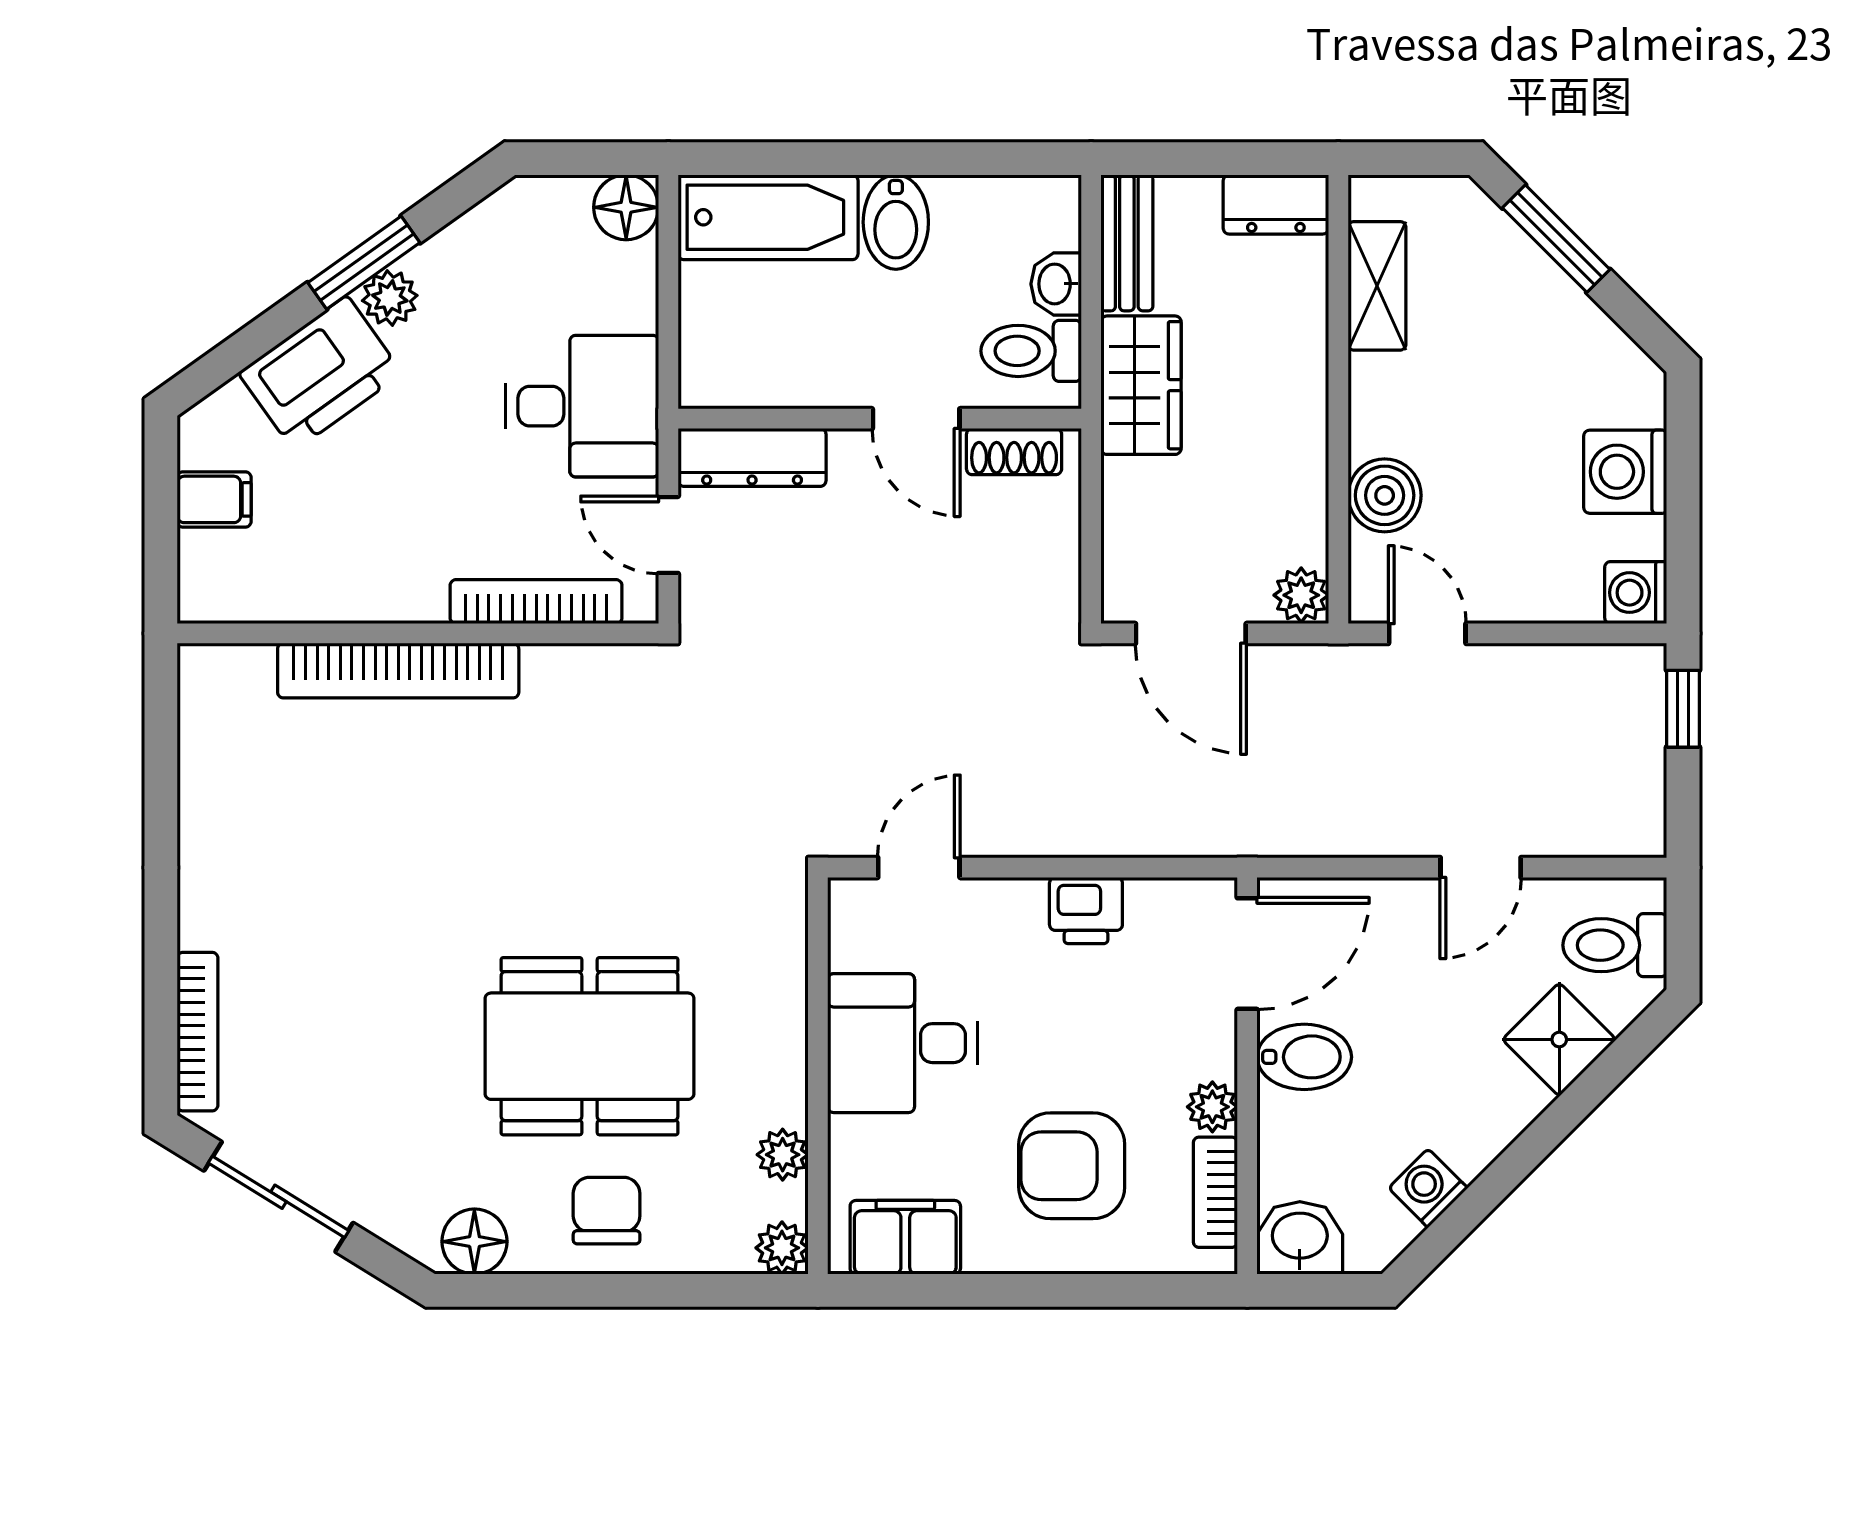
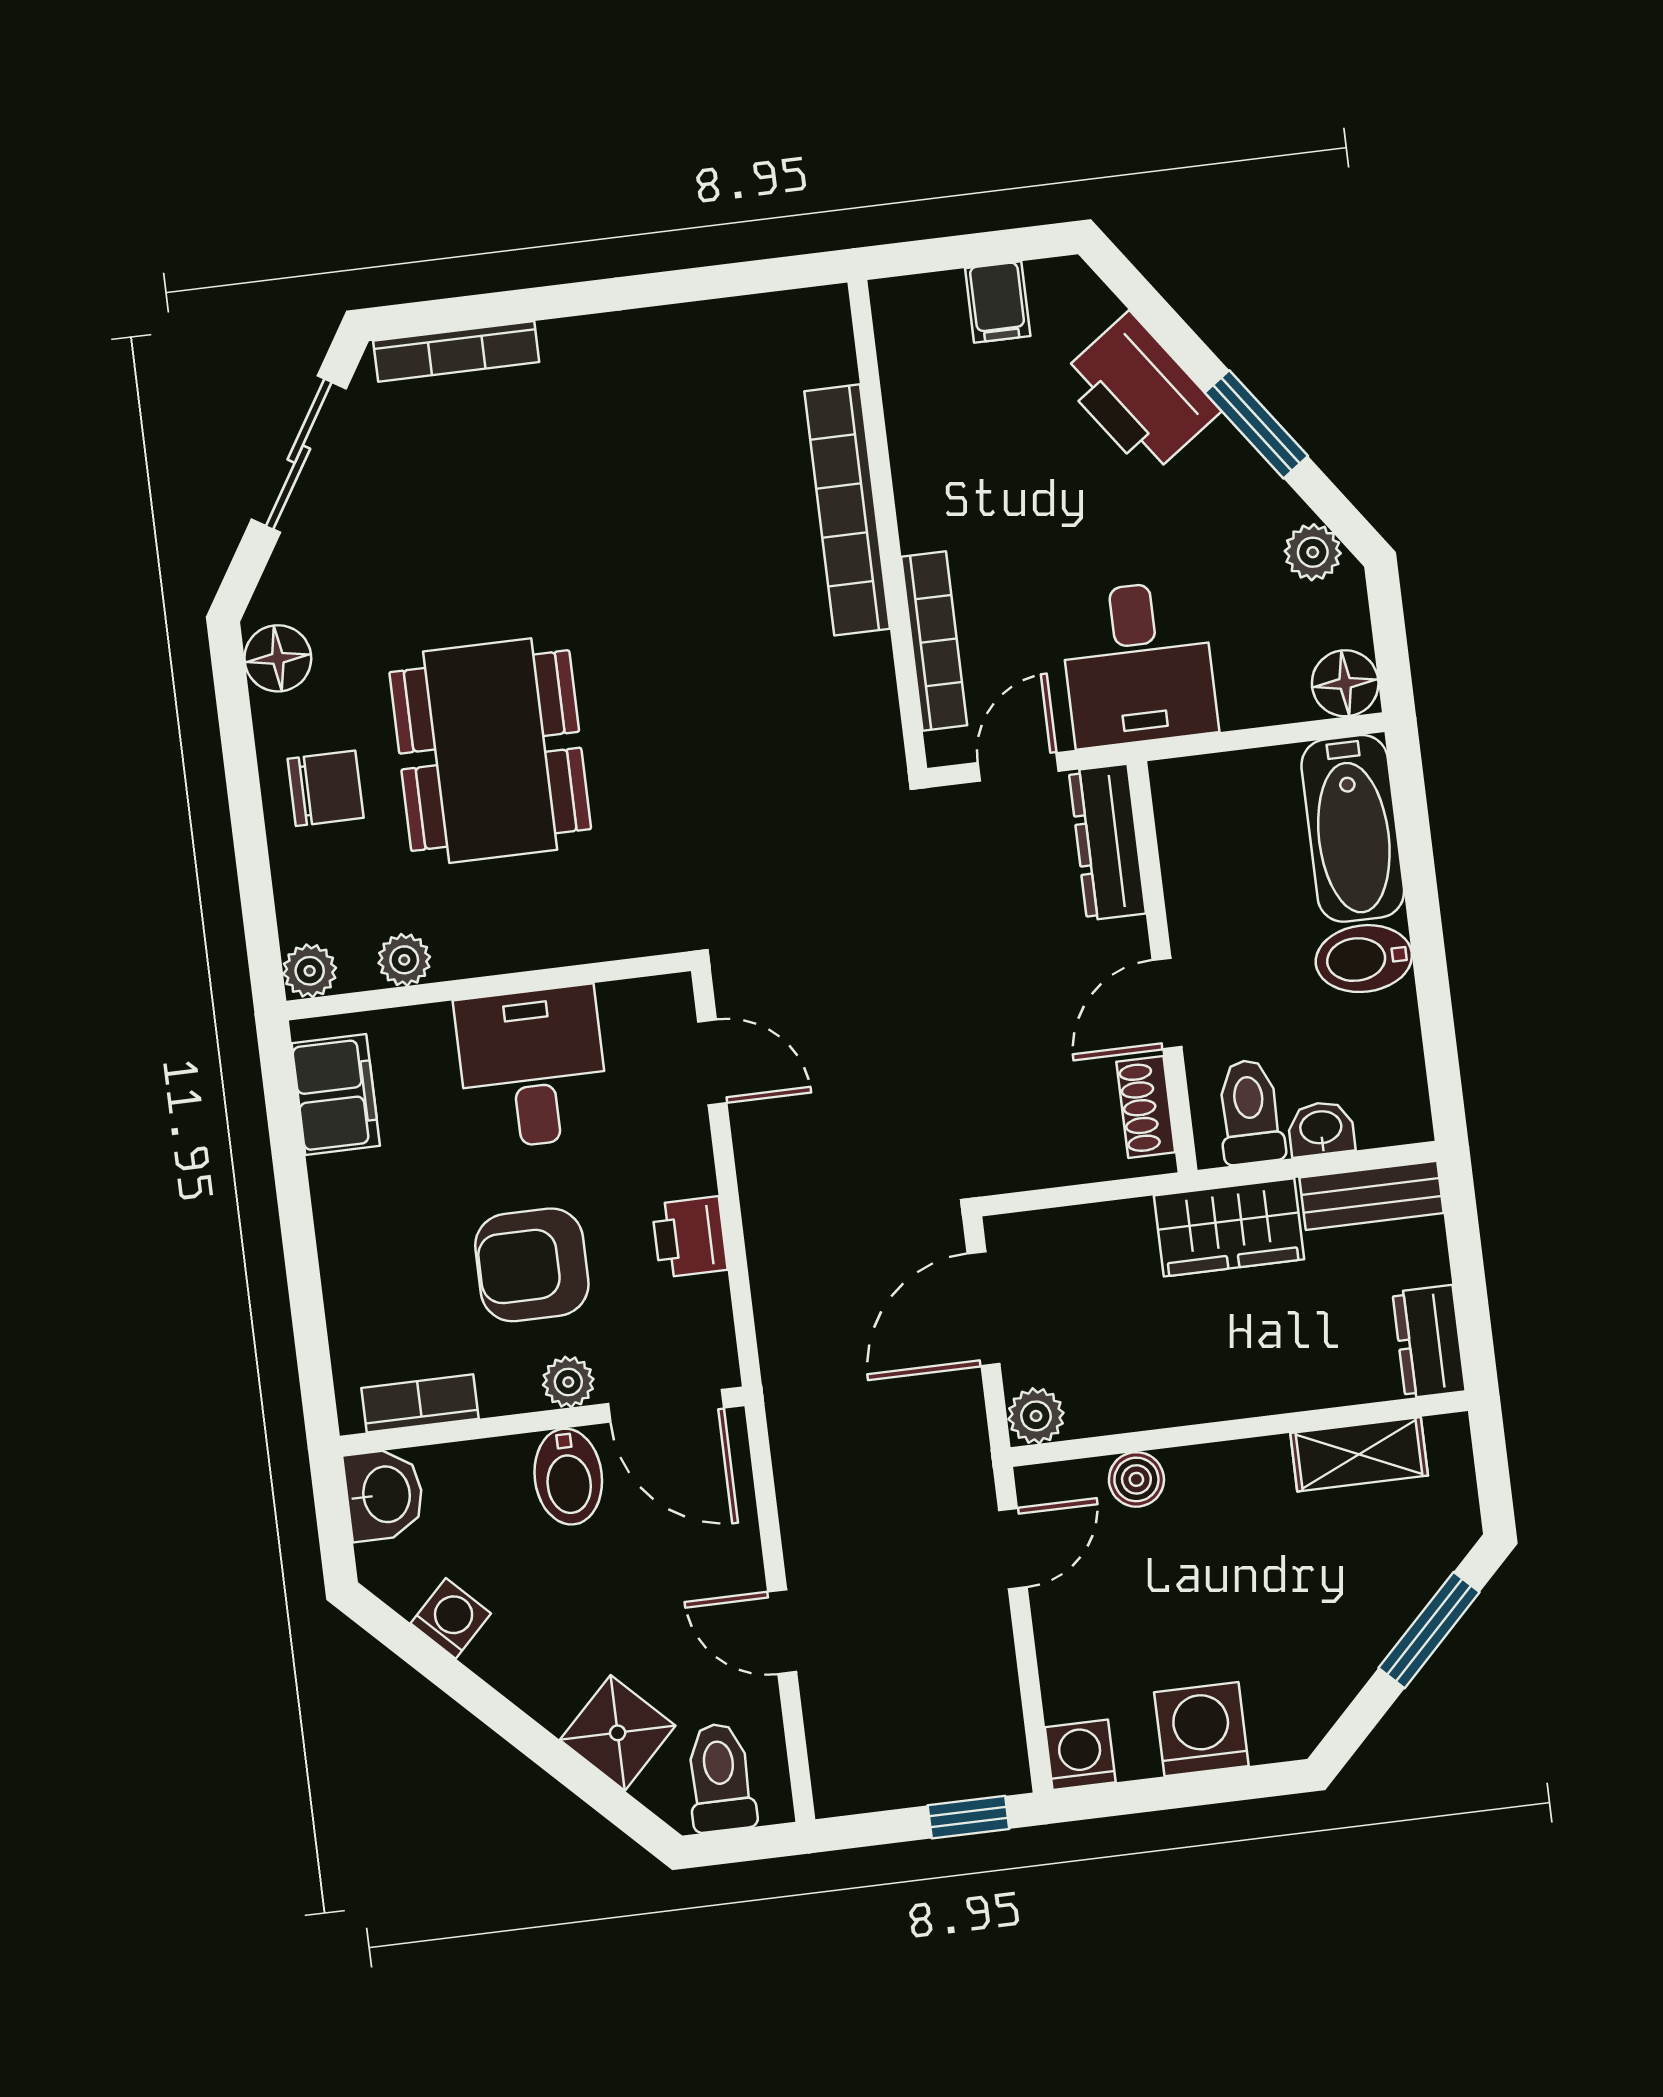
plant: (390, 298) -> (1313, 552), moved
boiler: (1385, 495) -> (1136, 1479), width x0.73, depth x0.73
plant: (1212, 1107) -> (568, 1382), moved
armchair: (1072, 1166) -> (532, 1265), moved, turned -90

